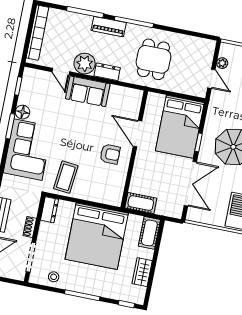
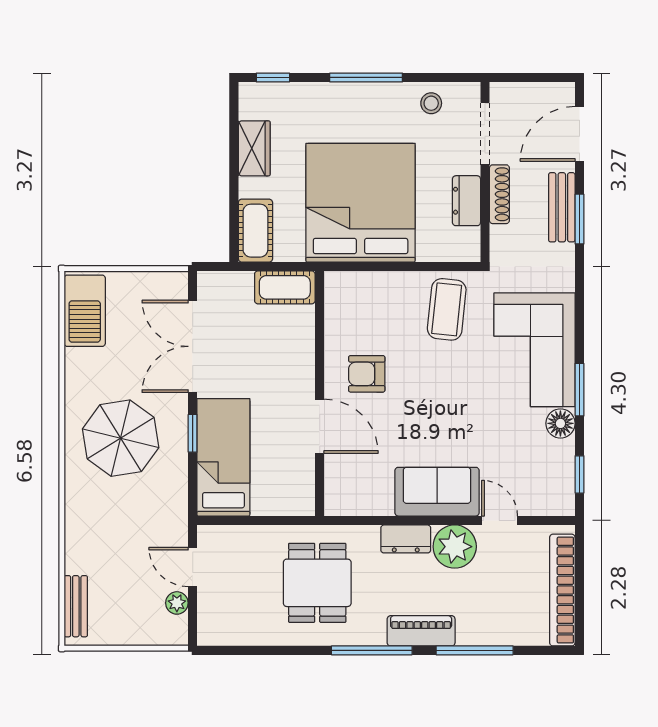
bed: (180, 127) -> (223, 457), width x0.67
dresser: (50, 210) -> (466, 201), moved
shoe rack: (30, 227) -> (499, 194), width x1.43

